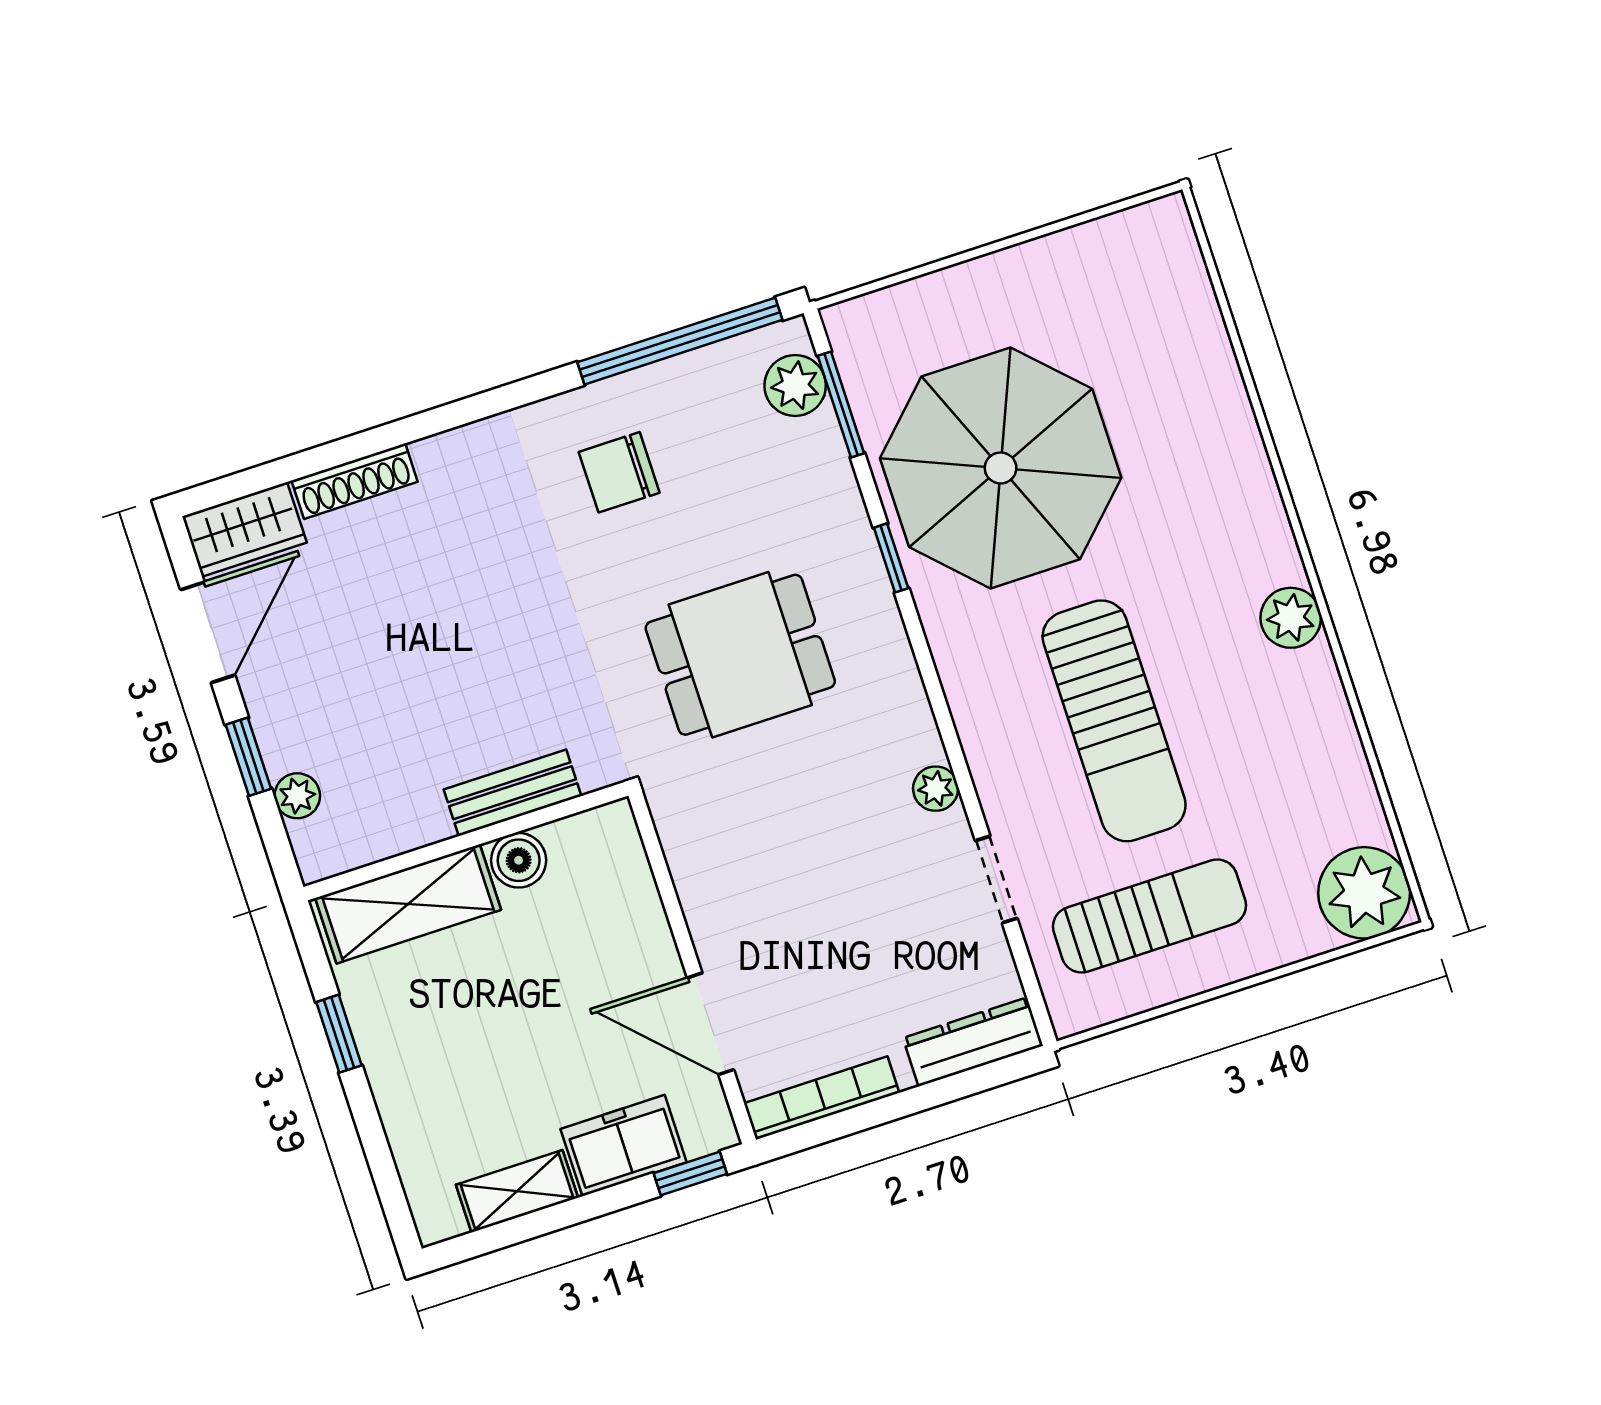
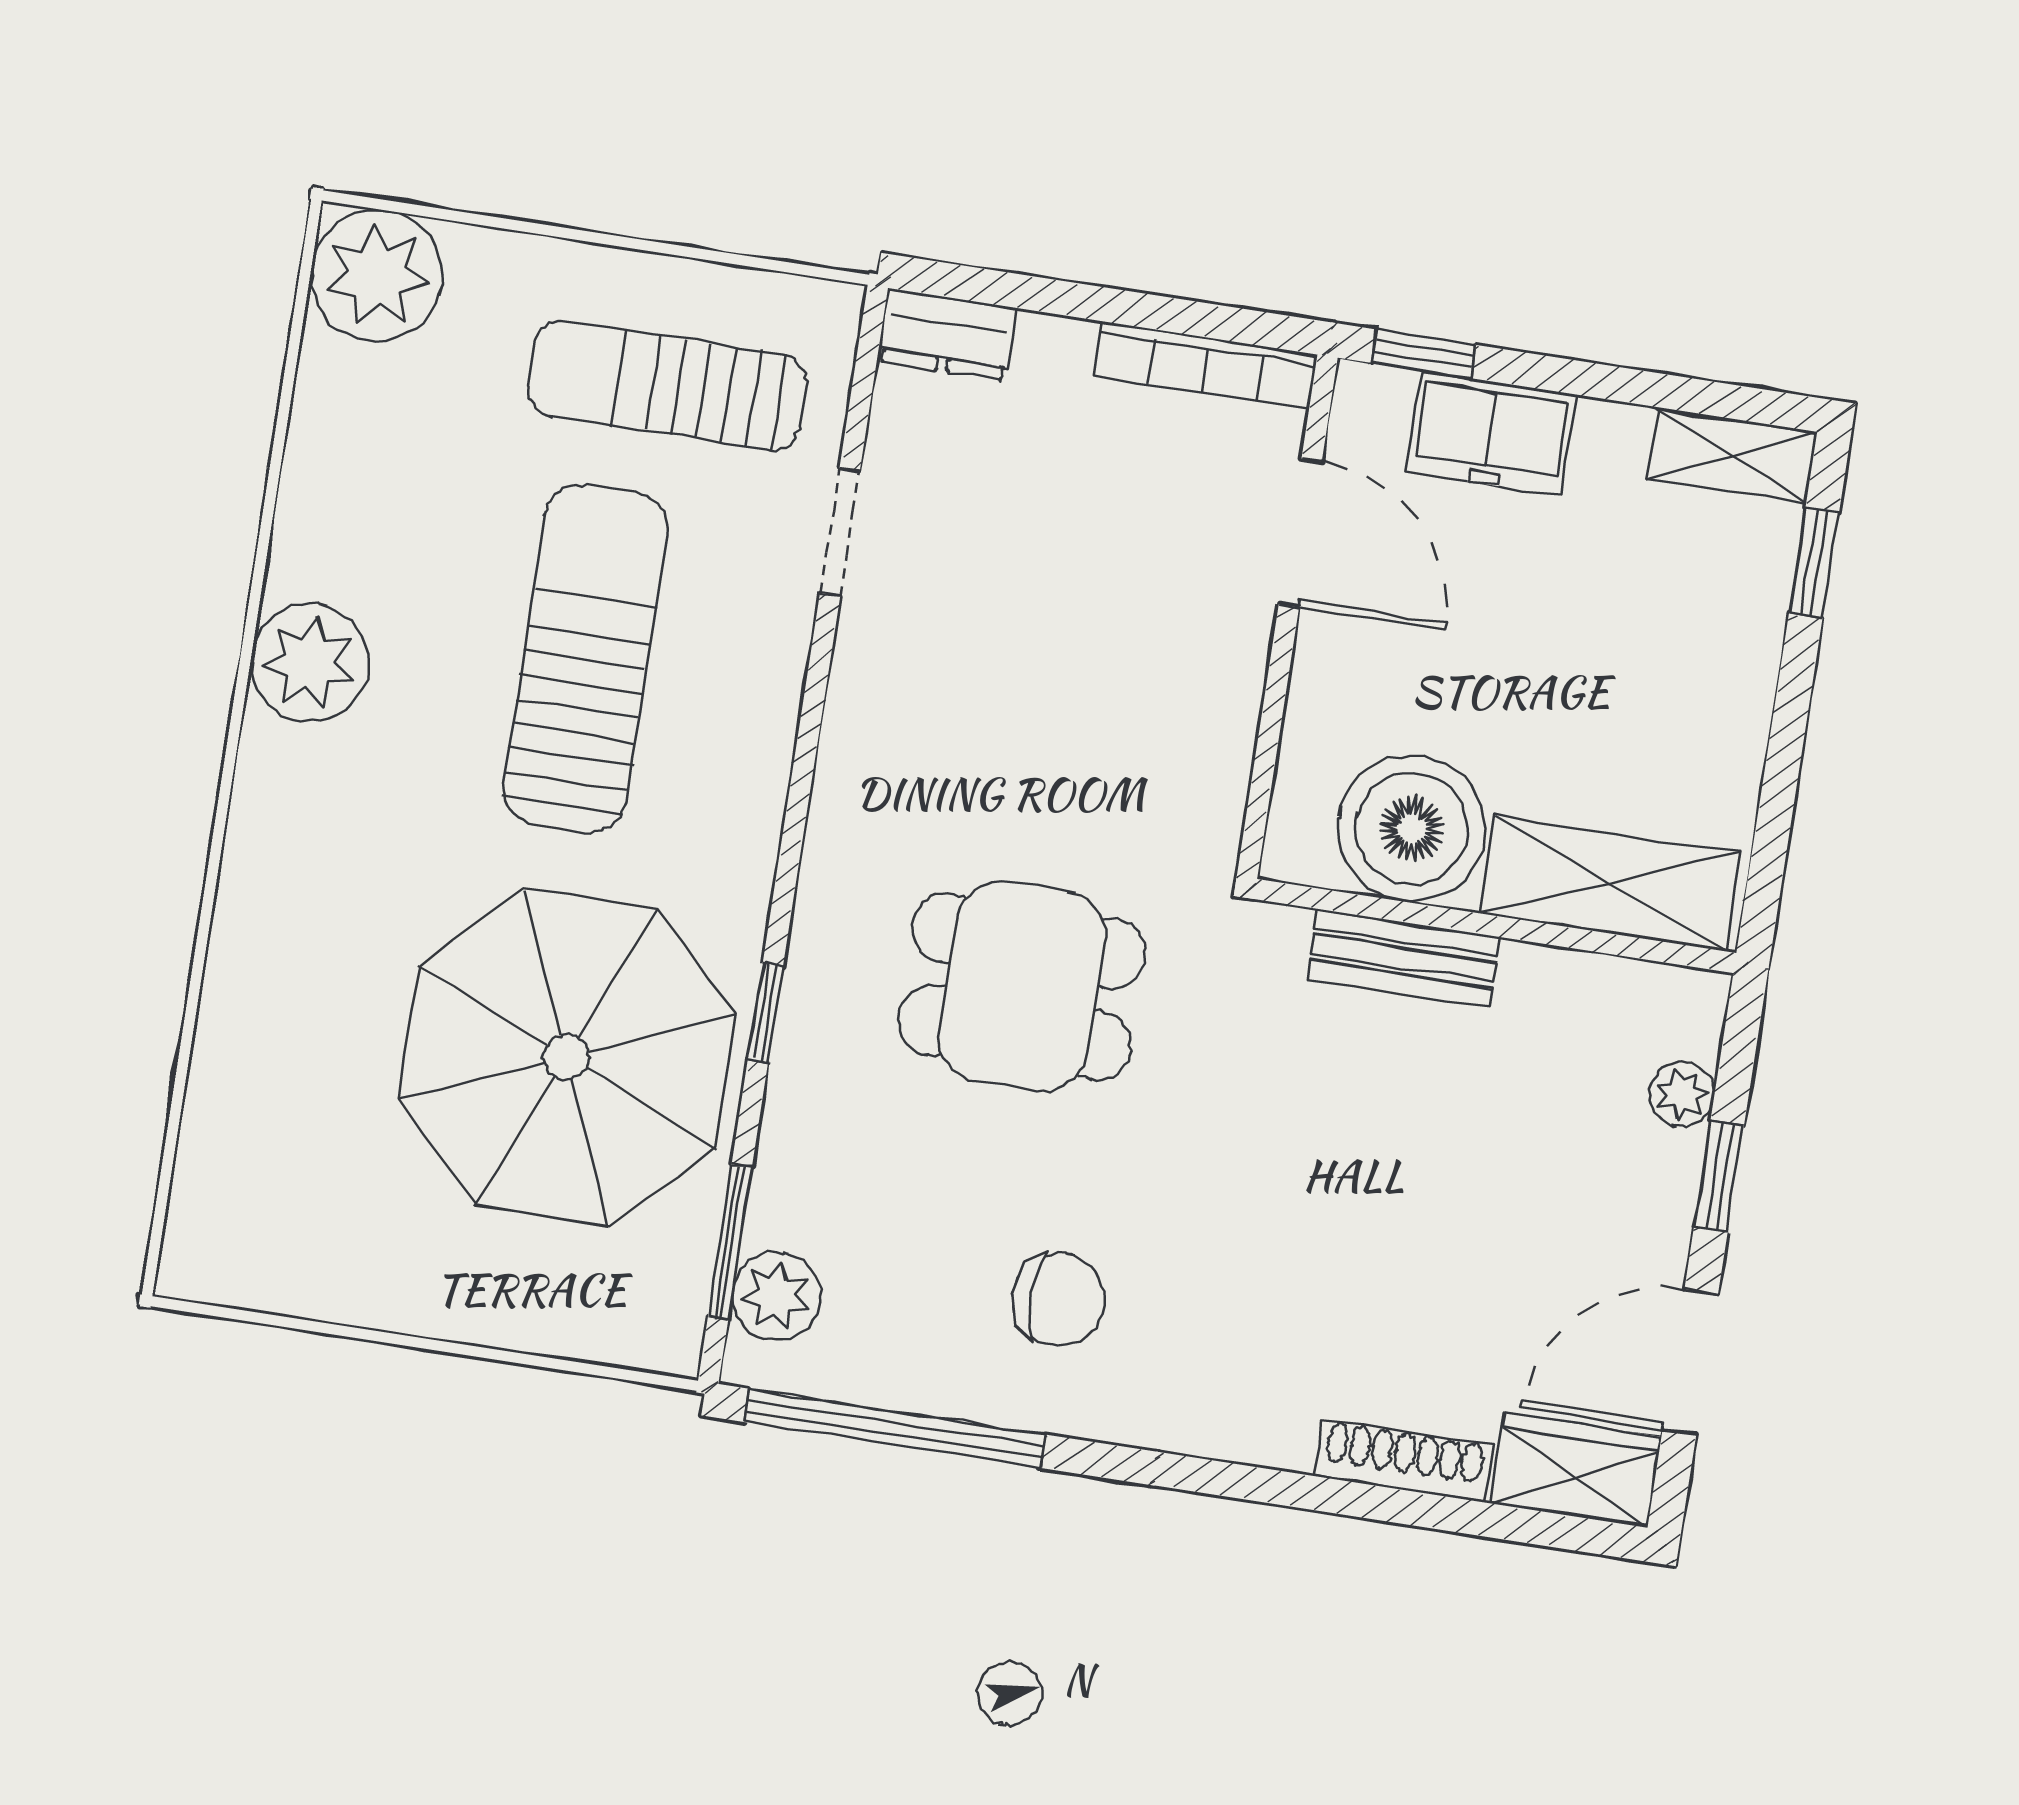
plant: (1291, 618) -> (310, 663), width x1.36, depth x1.36
plant: (936, 789) -> (859, 688), removed
boiler: (519, 860) -> (1412, 829), width x1.86, depth x1.86
window: (339, 1034) -> (1814, 563), moved
dresser: (973, 1042) -> (947, 334), width x0.70
shelving: (517, 1191) -> (1732, 455), moved

